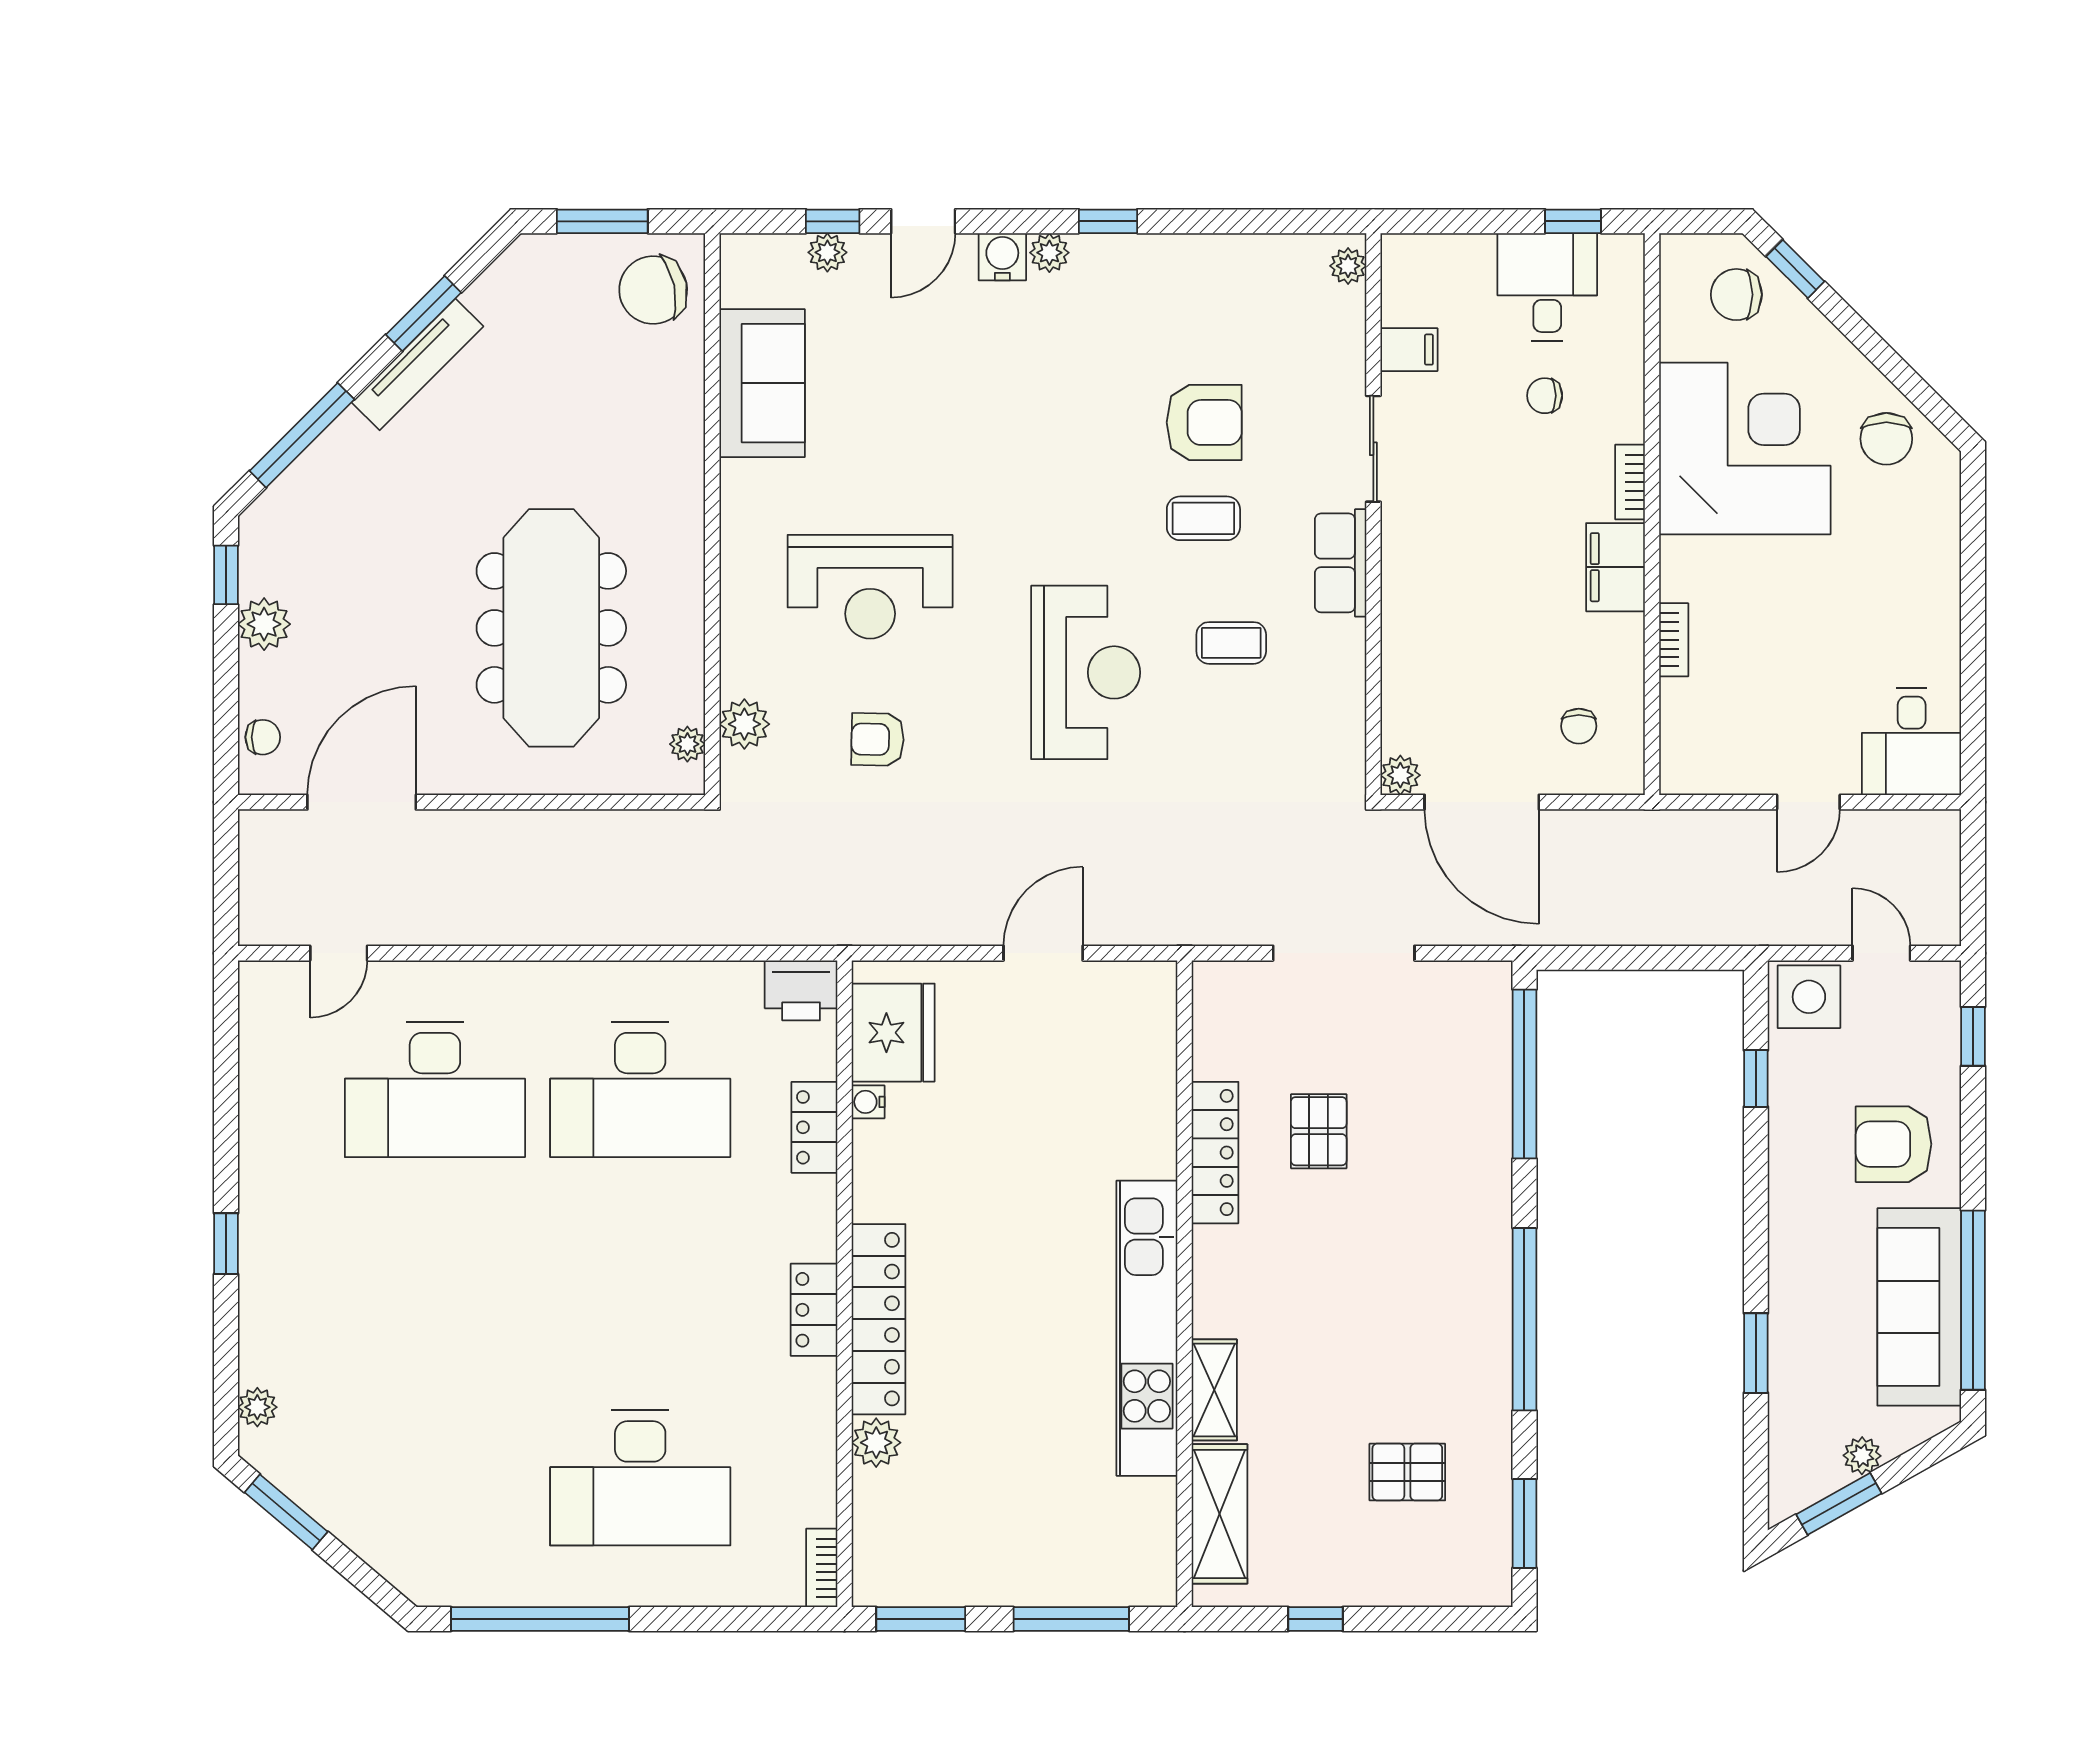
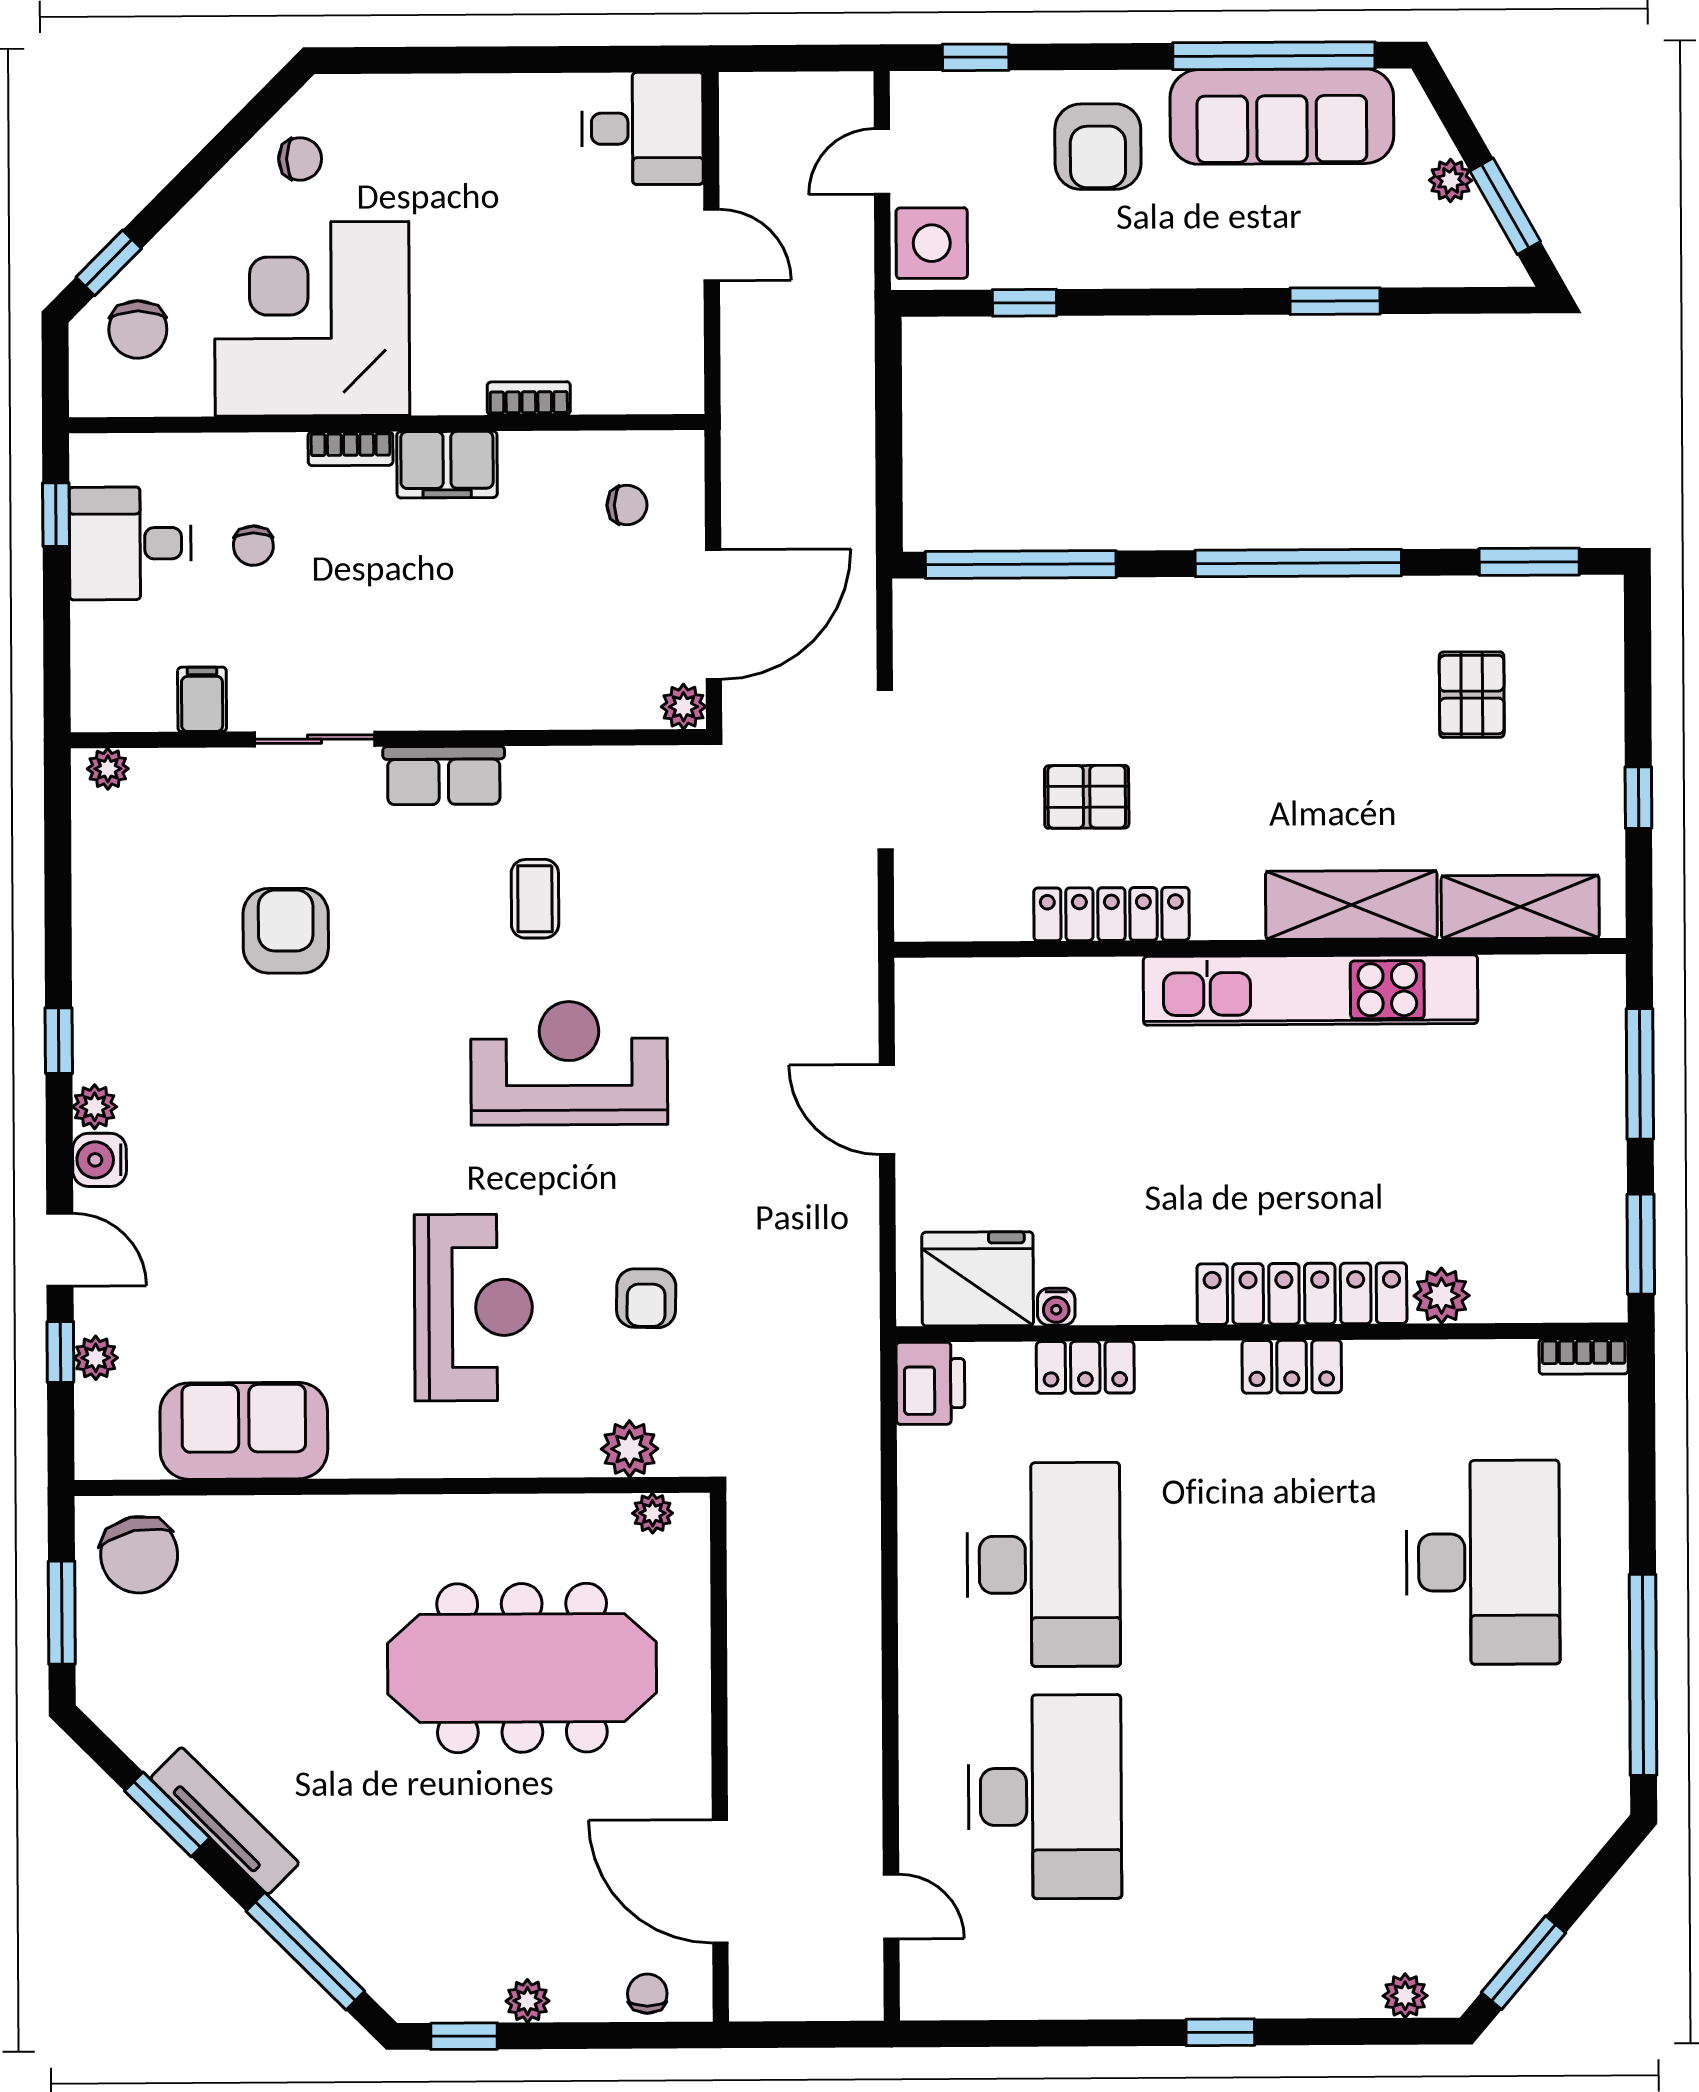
chair: (1886, 439) -> (300, 159), width x0.73, depth x0.73
coffee table: (1203, 518) -> (394, 931), removed
plant: (264, 624) -> (527, 2001), width x0.73, depth x0.73
shelving: (1214, 1390) -> (1351, 905), width x1.50, depth x1.33

